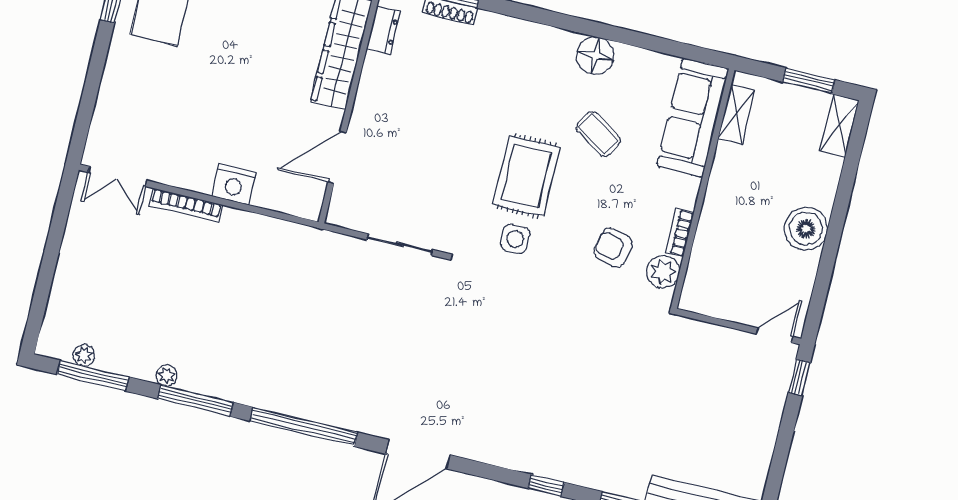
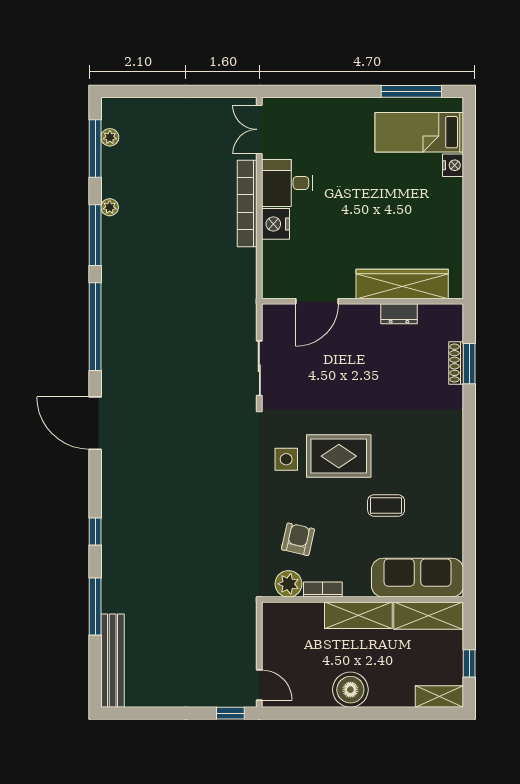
dresser: (383, 30) -> (399, 314), moved
floor lamp: (595, 56) -> (448, 488), removed
window: (809, 81) -> (469, 663), width x0.67
shelving: (737, 114) -> (428, 616), width x1.50, depth x1.33
coffee table: (598, 134) -> (386, 506), turned 58
door: (337, 157) -> (317, 301), swing flipped
desk: (189, 159) -> (287, 183), added
shelving: (720, 198) -> (358, 615), added
bookcase: (186, 205) -> (247, 204), width x1.48, depth x1.31

